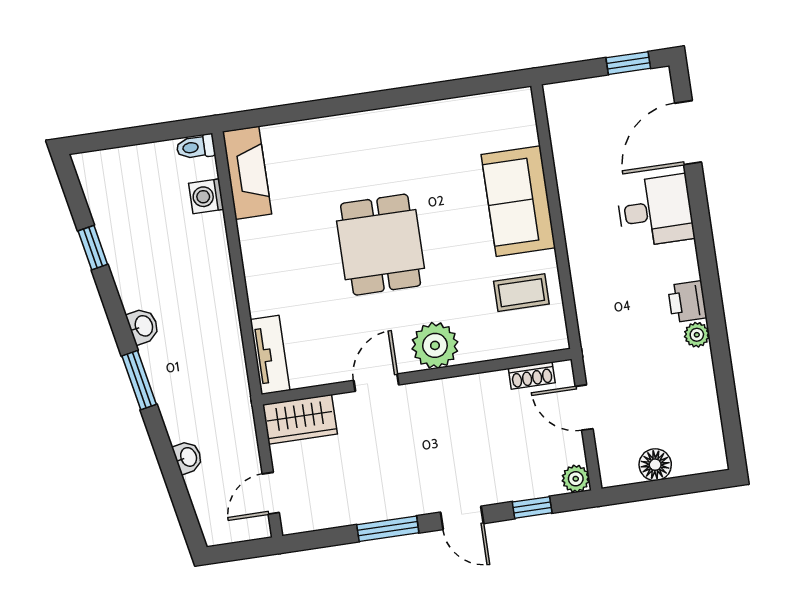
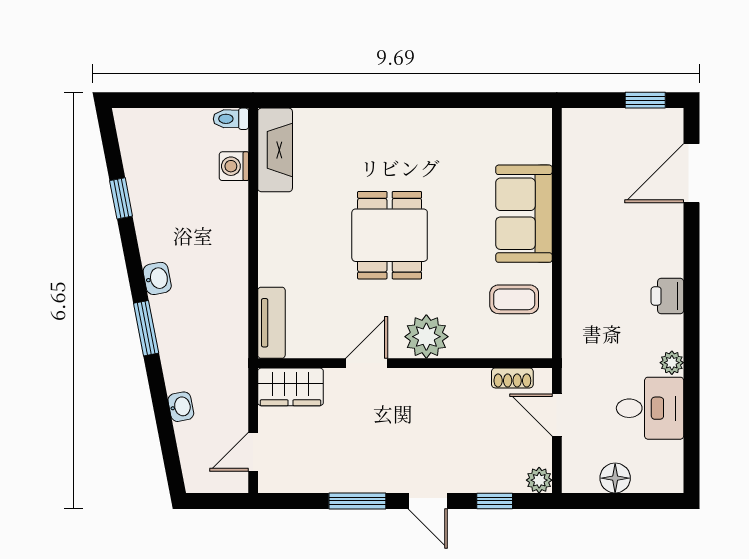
desk: (655, 211) -> (650, 408), moved
printer: (687, 302) -> (667, 296), moved

